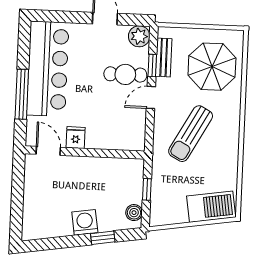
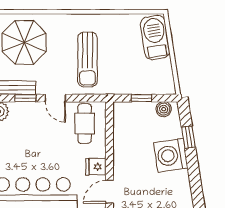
cafe table: (125, 74) -> (85, 124), moved
sun lounger: (191, 134) -> (88, 60), turned 61
washing machine: (85, 222) -> (171, 155), width x1.37, depth x1.37

